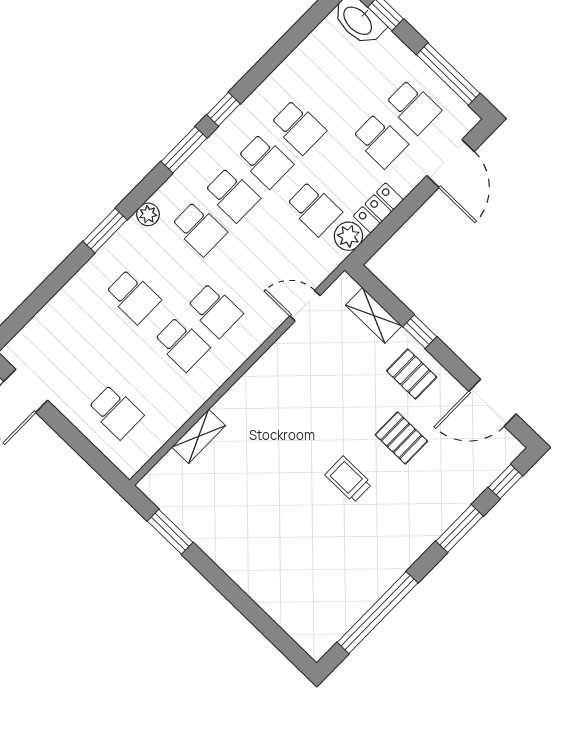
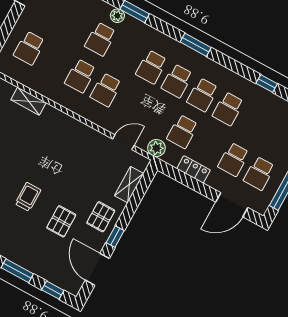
window: (223, 109) -> (267, 84), moved
plant: (148, 214) -> (117, 16), moved
plant: (348, 236) -> (156, 148), moved
door: (305, 306) -> (123, 142), hinge flipped
window: (420, 332) -> (115, 237), moved

